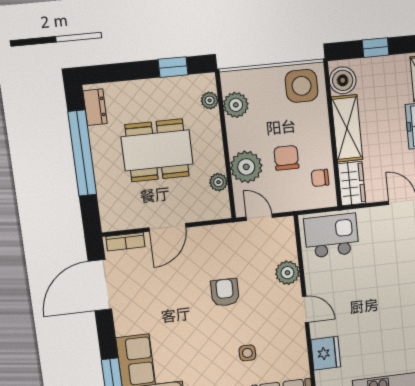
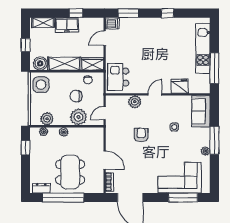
dining table: (157, 150) -> (70, 172), moved
plant: (218, 182) -> (64, 132), moved
armchair: (225, 292) -> (141, 135), turned 90

